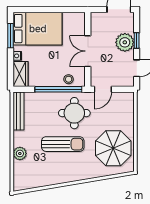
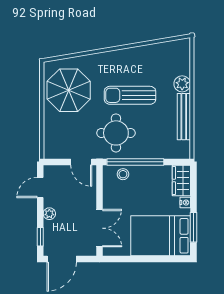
window: (137, 40) -> (40, 237), moved
plant: (125, 42) -> (49, 214), width x0.53, depth x0.53
double door: (88, 51) -> (100, 228), moved
door: (103, 89) -> (81, 162), swing flipped
bench: (19, 111) -> (184, 117), moved

